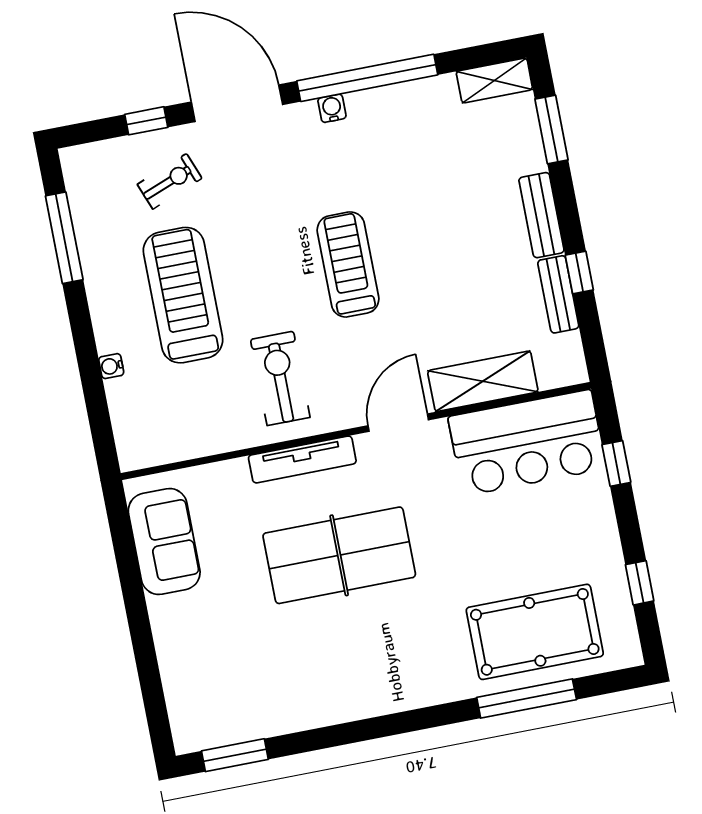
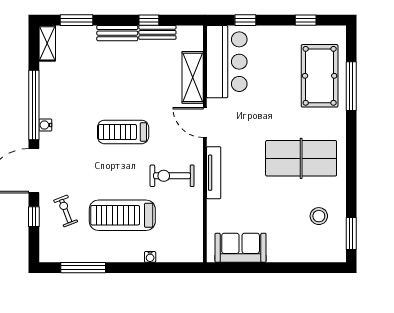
table tennis table: (339, 555) -> (301, 158), moved, turned 90
stool: (257, 684) -> (319, 216), added

